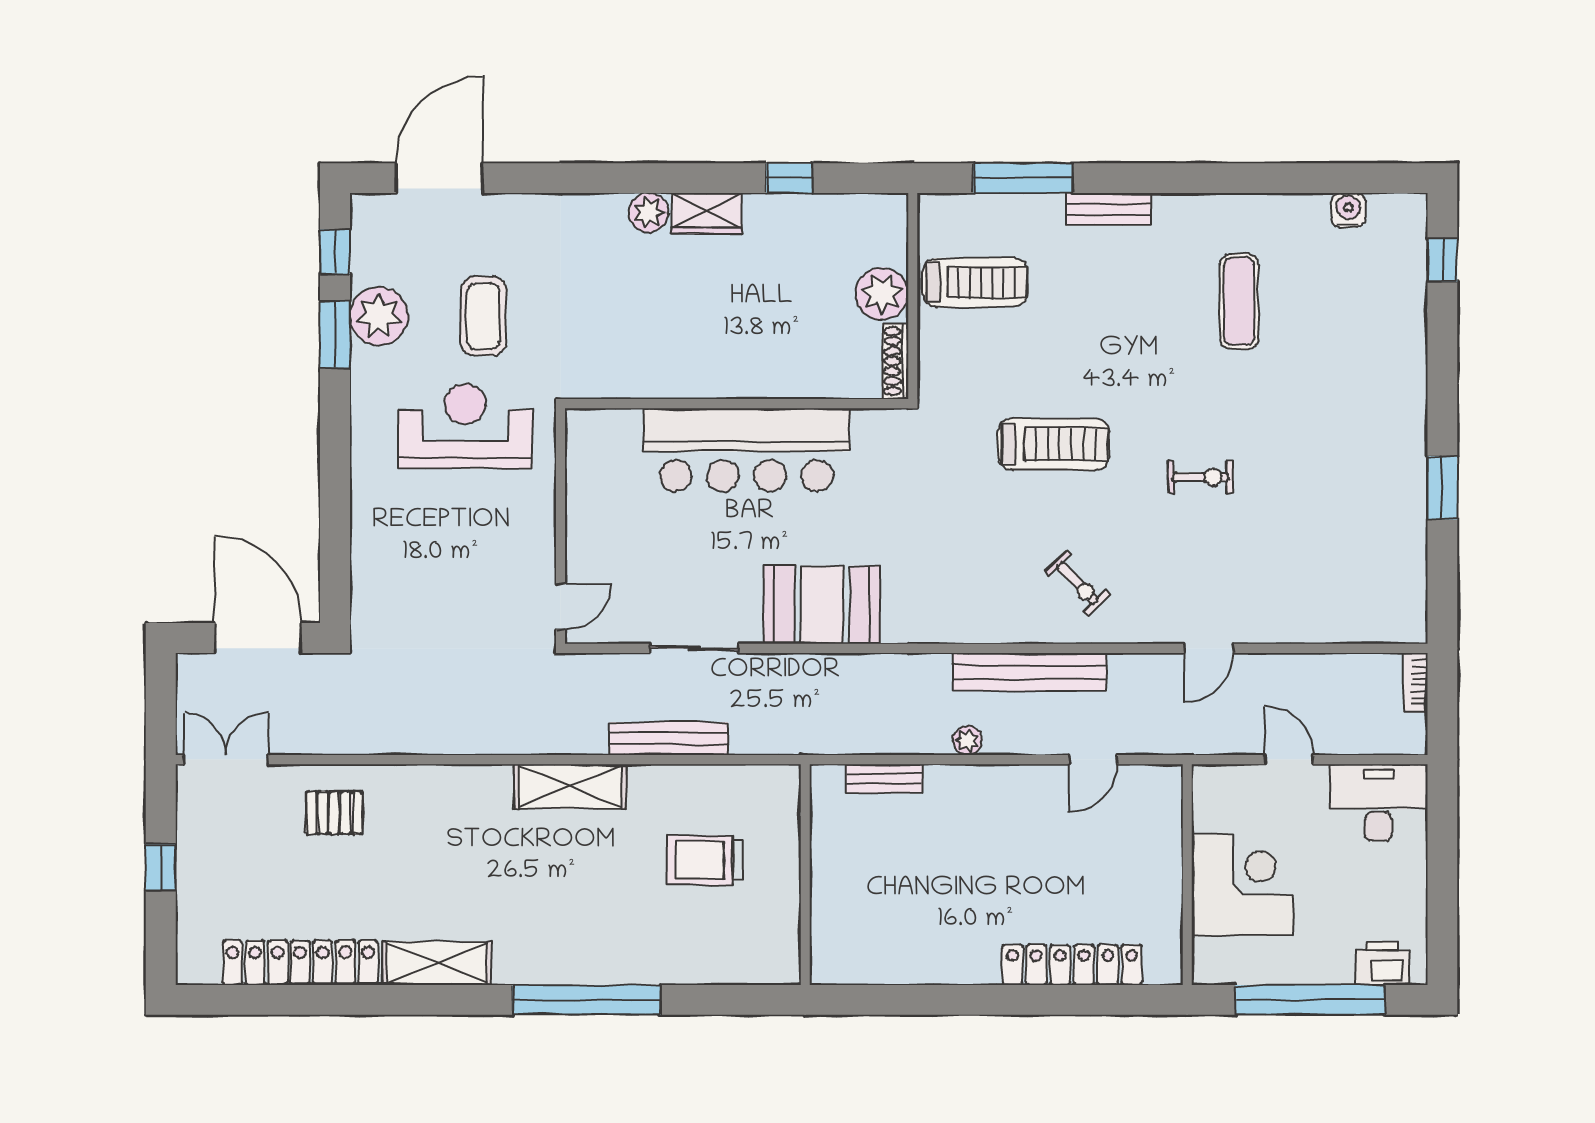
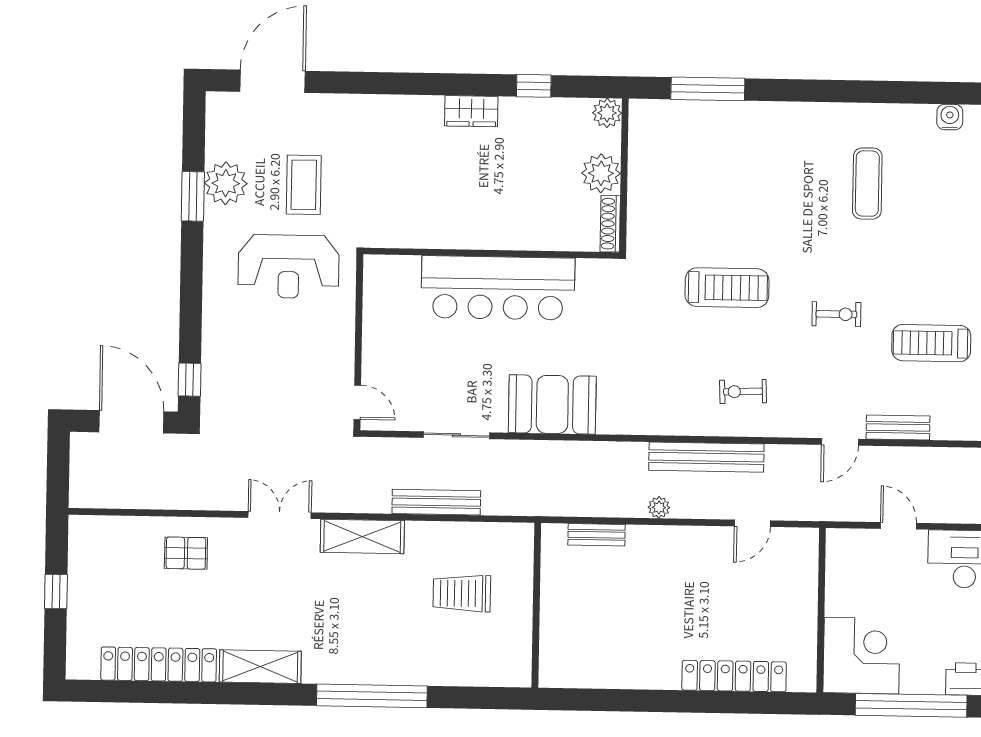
bench: (1108, 209) -> (898, 427), moved
plant: (648, 213) -> (607, 113), moved
window: (335, 252) -> (190, 380), moved
treadmill: (975, 282) -> (931, 343), moved, turned 180
reception desk: (465, 426) -> (289, 266), turned 180
exercise bike: (1077, 583) -> (743, 392), turned 132
door: (560, 607) -> (357, 402), hinge flipped
double door: (226, 760) -> (280, 515), moved
corner desk: (1242, 885) -> (861, 656), moved

